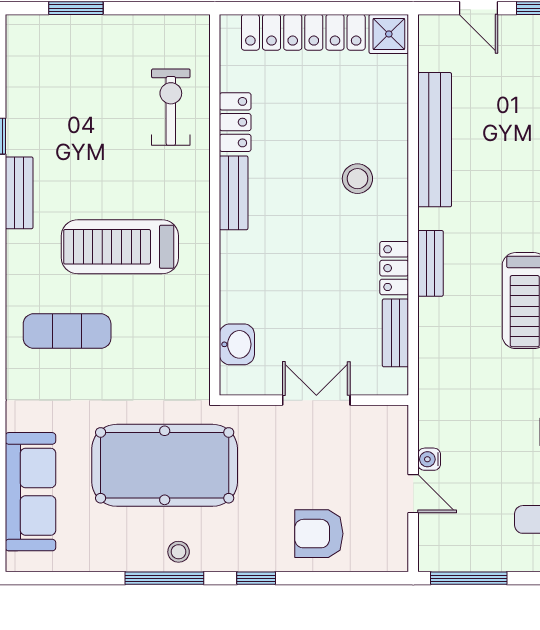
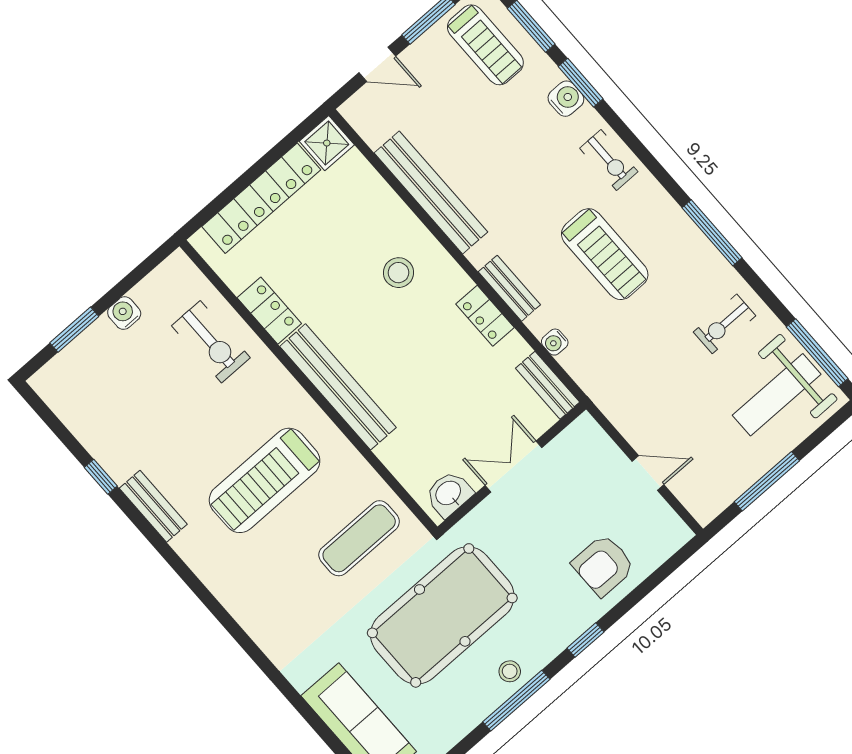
water cooler: (124, 28) -> (124, 313), added
exercise bike: (171, 107) -> (211, 342), turned 180
bench: (234, 193) -> (338, 387), width x1.86, depth x1.21
exercise mat: (67, 331) -> (359, 538), moved
bench: (395, 333) -> (548, 385), moved
washbasin: (237, 344) -> (449, 494), moved, turned -90
water cooler: (429, 459) -> (555, 342), moved
window: (469, 578) -> (767, 481), moved

